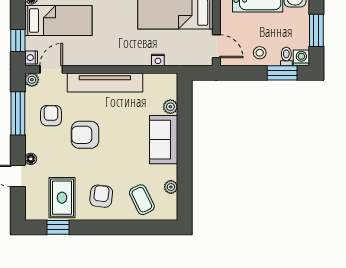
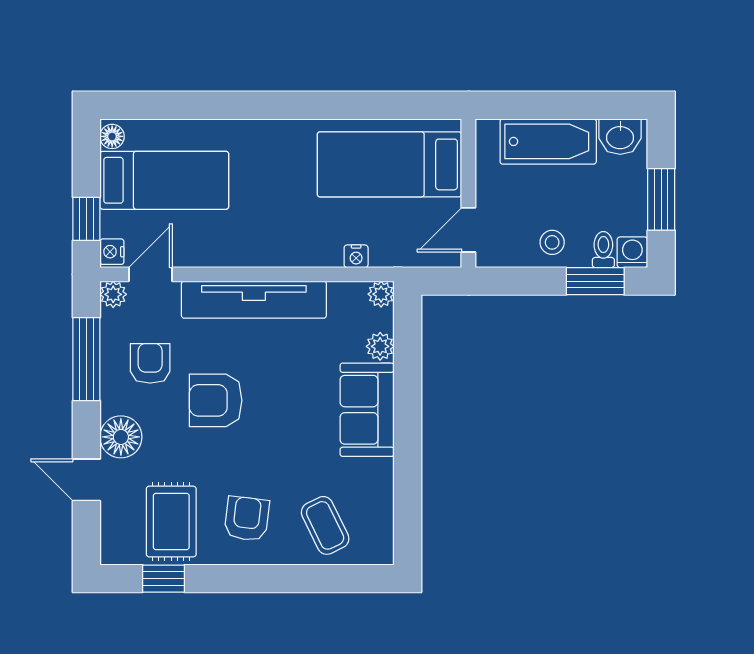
door: (216, 46) -> (468, 230), swing flipped
floor lamp: (31, 159) -> (121, 437), width x1.89, depth x1.89
plant: (171, 187) -> (381, 294), moved

